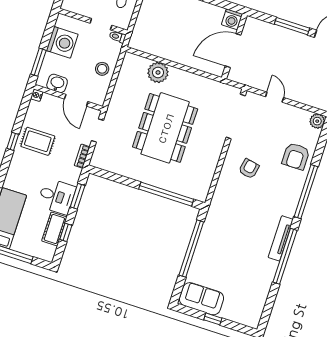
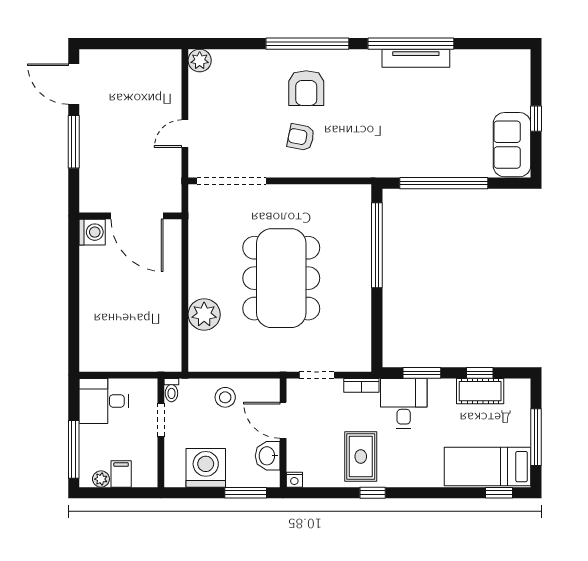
door: (76, 100) -> (283, 420), swing flipped
dining table: (165, 128) -> (281, 278), turned 90
armchair: (296, 156) -> (306, 88), moved, turned 90
desk: (57, 196) -> (404, 403), moved
tv unit: (281, 238) -> (416, 58), moved

